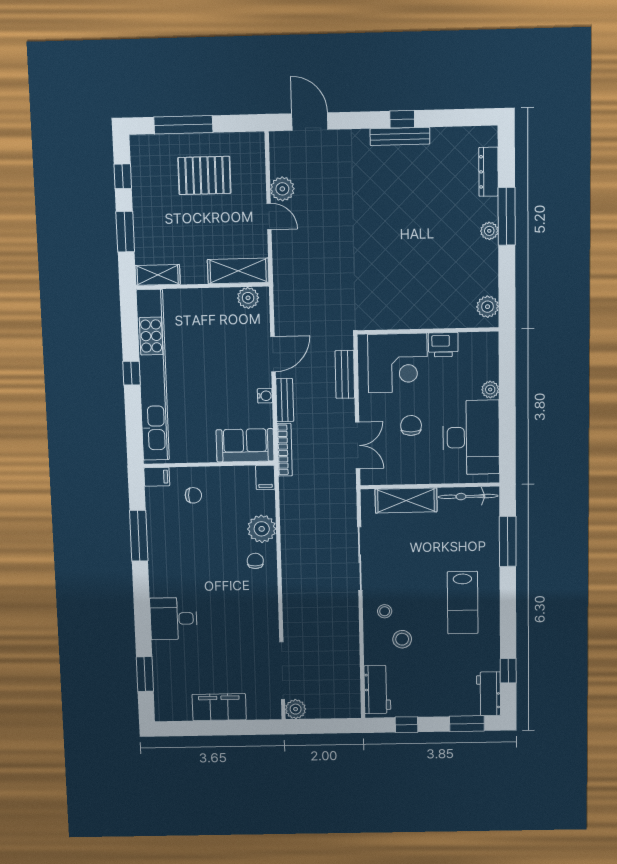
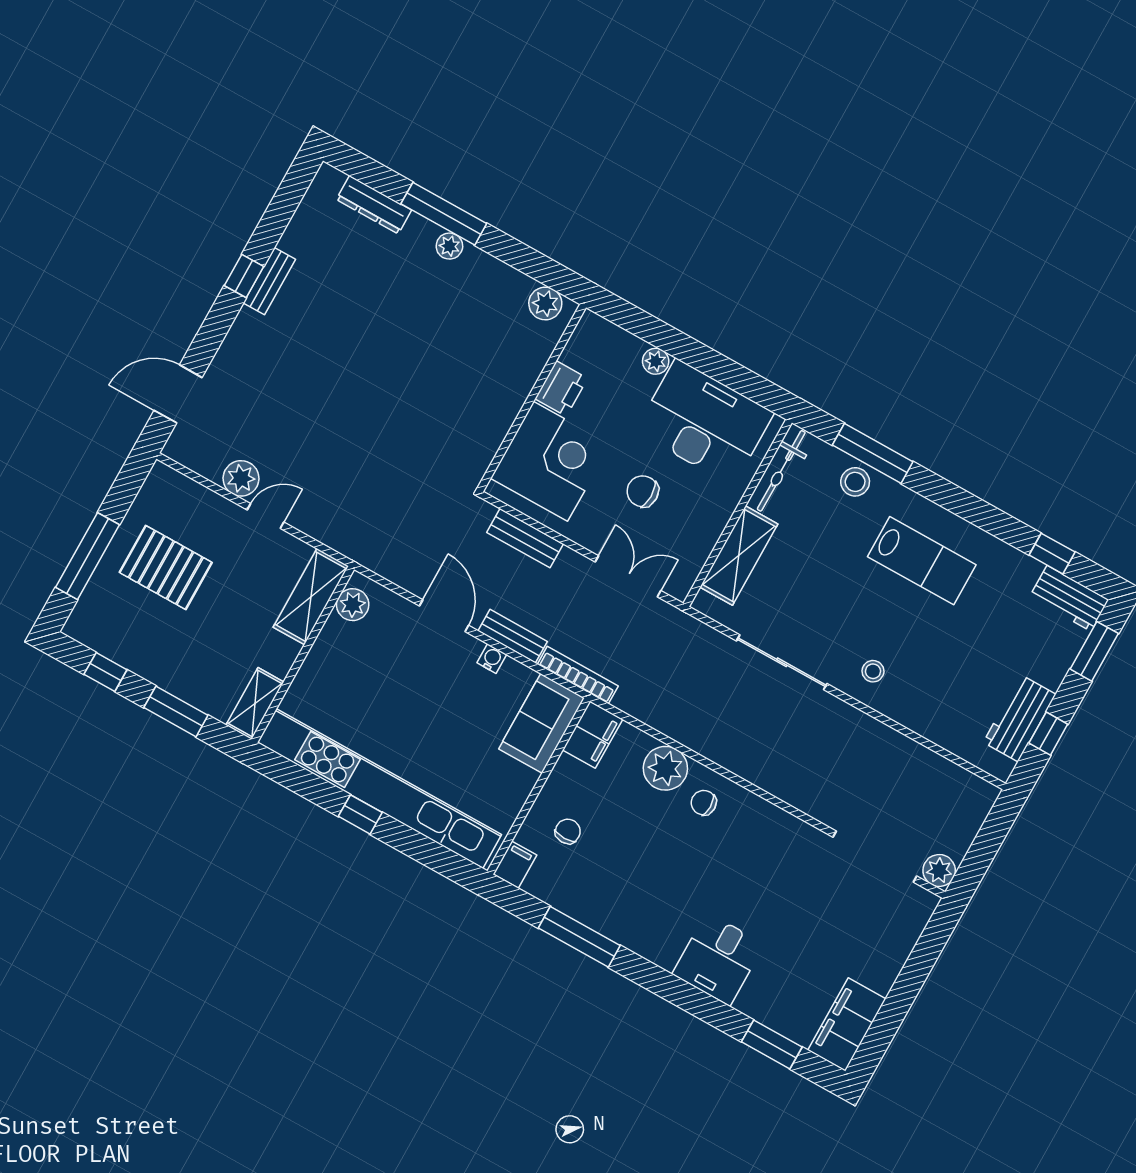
bench: (400, 136) -> (269, 281), width x0.73
pallet: (204, 175) -> (166, 567), turned 90
filing cabinet: (265, 477) -> (593, 735), width x2.00
stool: (402, 639) -> (855, 482), moved
workbench: (377, 690) -> (1020, 718), moved, turned -90
filing cabinet: (219, 707) -> (847, 1024), moved

